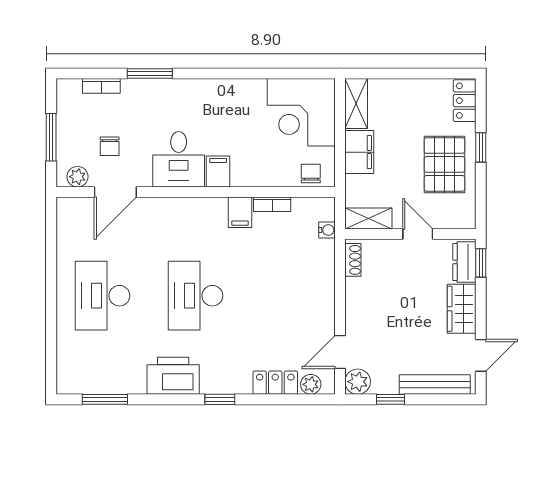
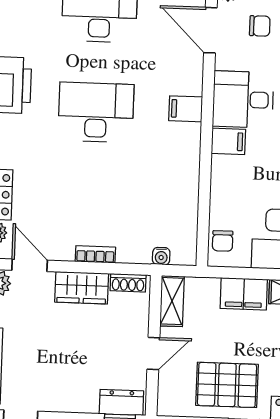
chair: (110, 146) -> (260, 26), turned 180
chair: (311, 173) -> (223, 241), turned 90
bookcase: (272, 204) -> (95, 254), moved, turned 90
filing cabinet: (240, 212) -> (186, 109), moved
wardrobe: (462, 309) -> (82, 288), moved, turned 180

